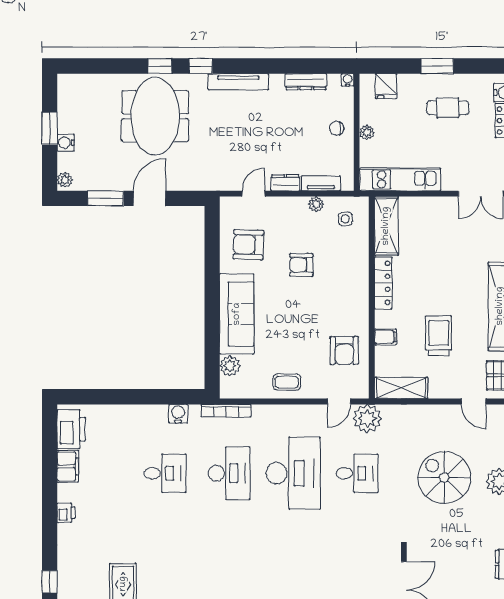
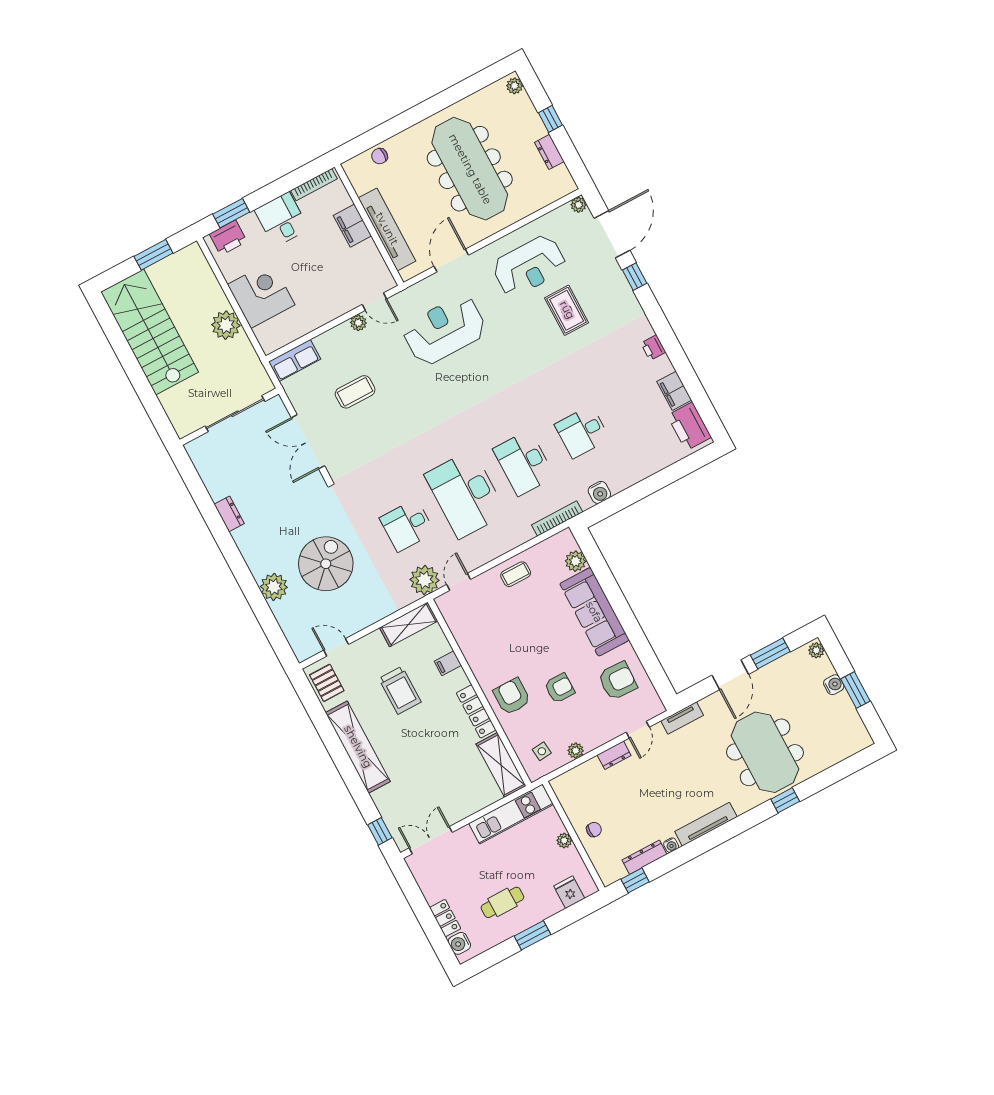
window: (201, 66) -> (635, 880), moved
water cooler: (348, 80) -> (671, 845), moved
tv unit: (321, 183) -> (682, 718), moved
armchair: (344, 350) -> (512, 696), moved
spiral stairs: (444, 478) -> (326, 564), turned -90

